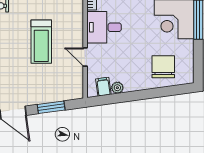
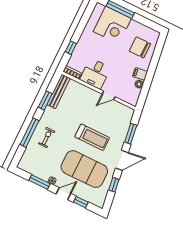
treadmill: (41, 42) -> (92, 137), moved
filing cabinet: (103, 87) -> (140, 74), moved

